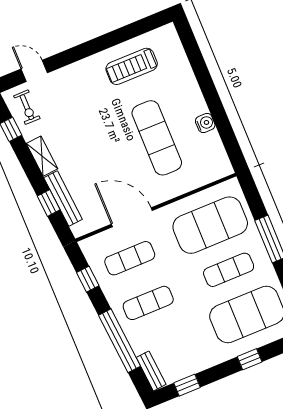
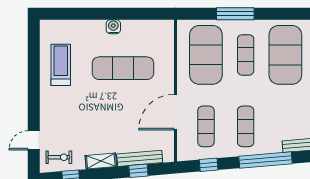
treadmill: (132, 66) -> (61, 65), turned 180
water cooler: (205, 123) -> (113, 27), moved

